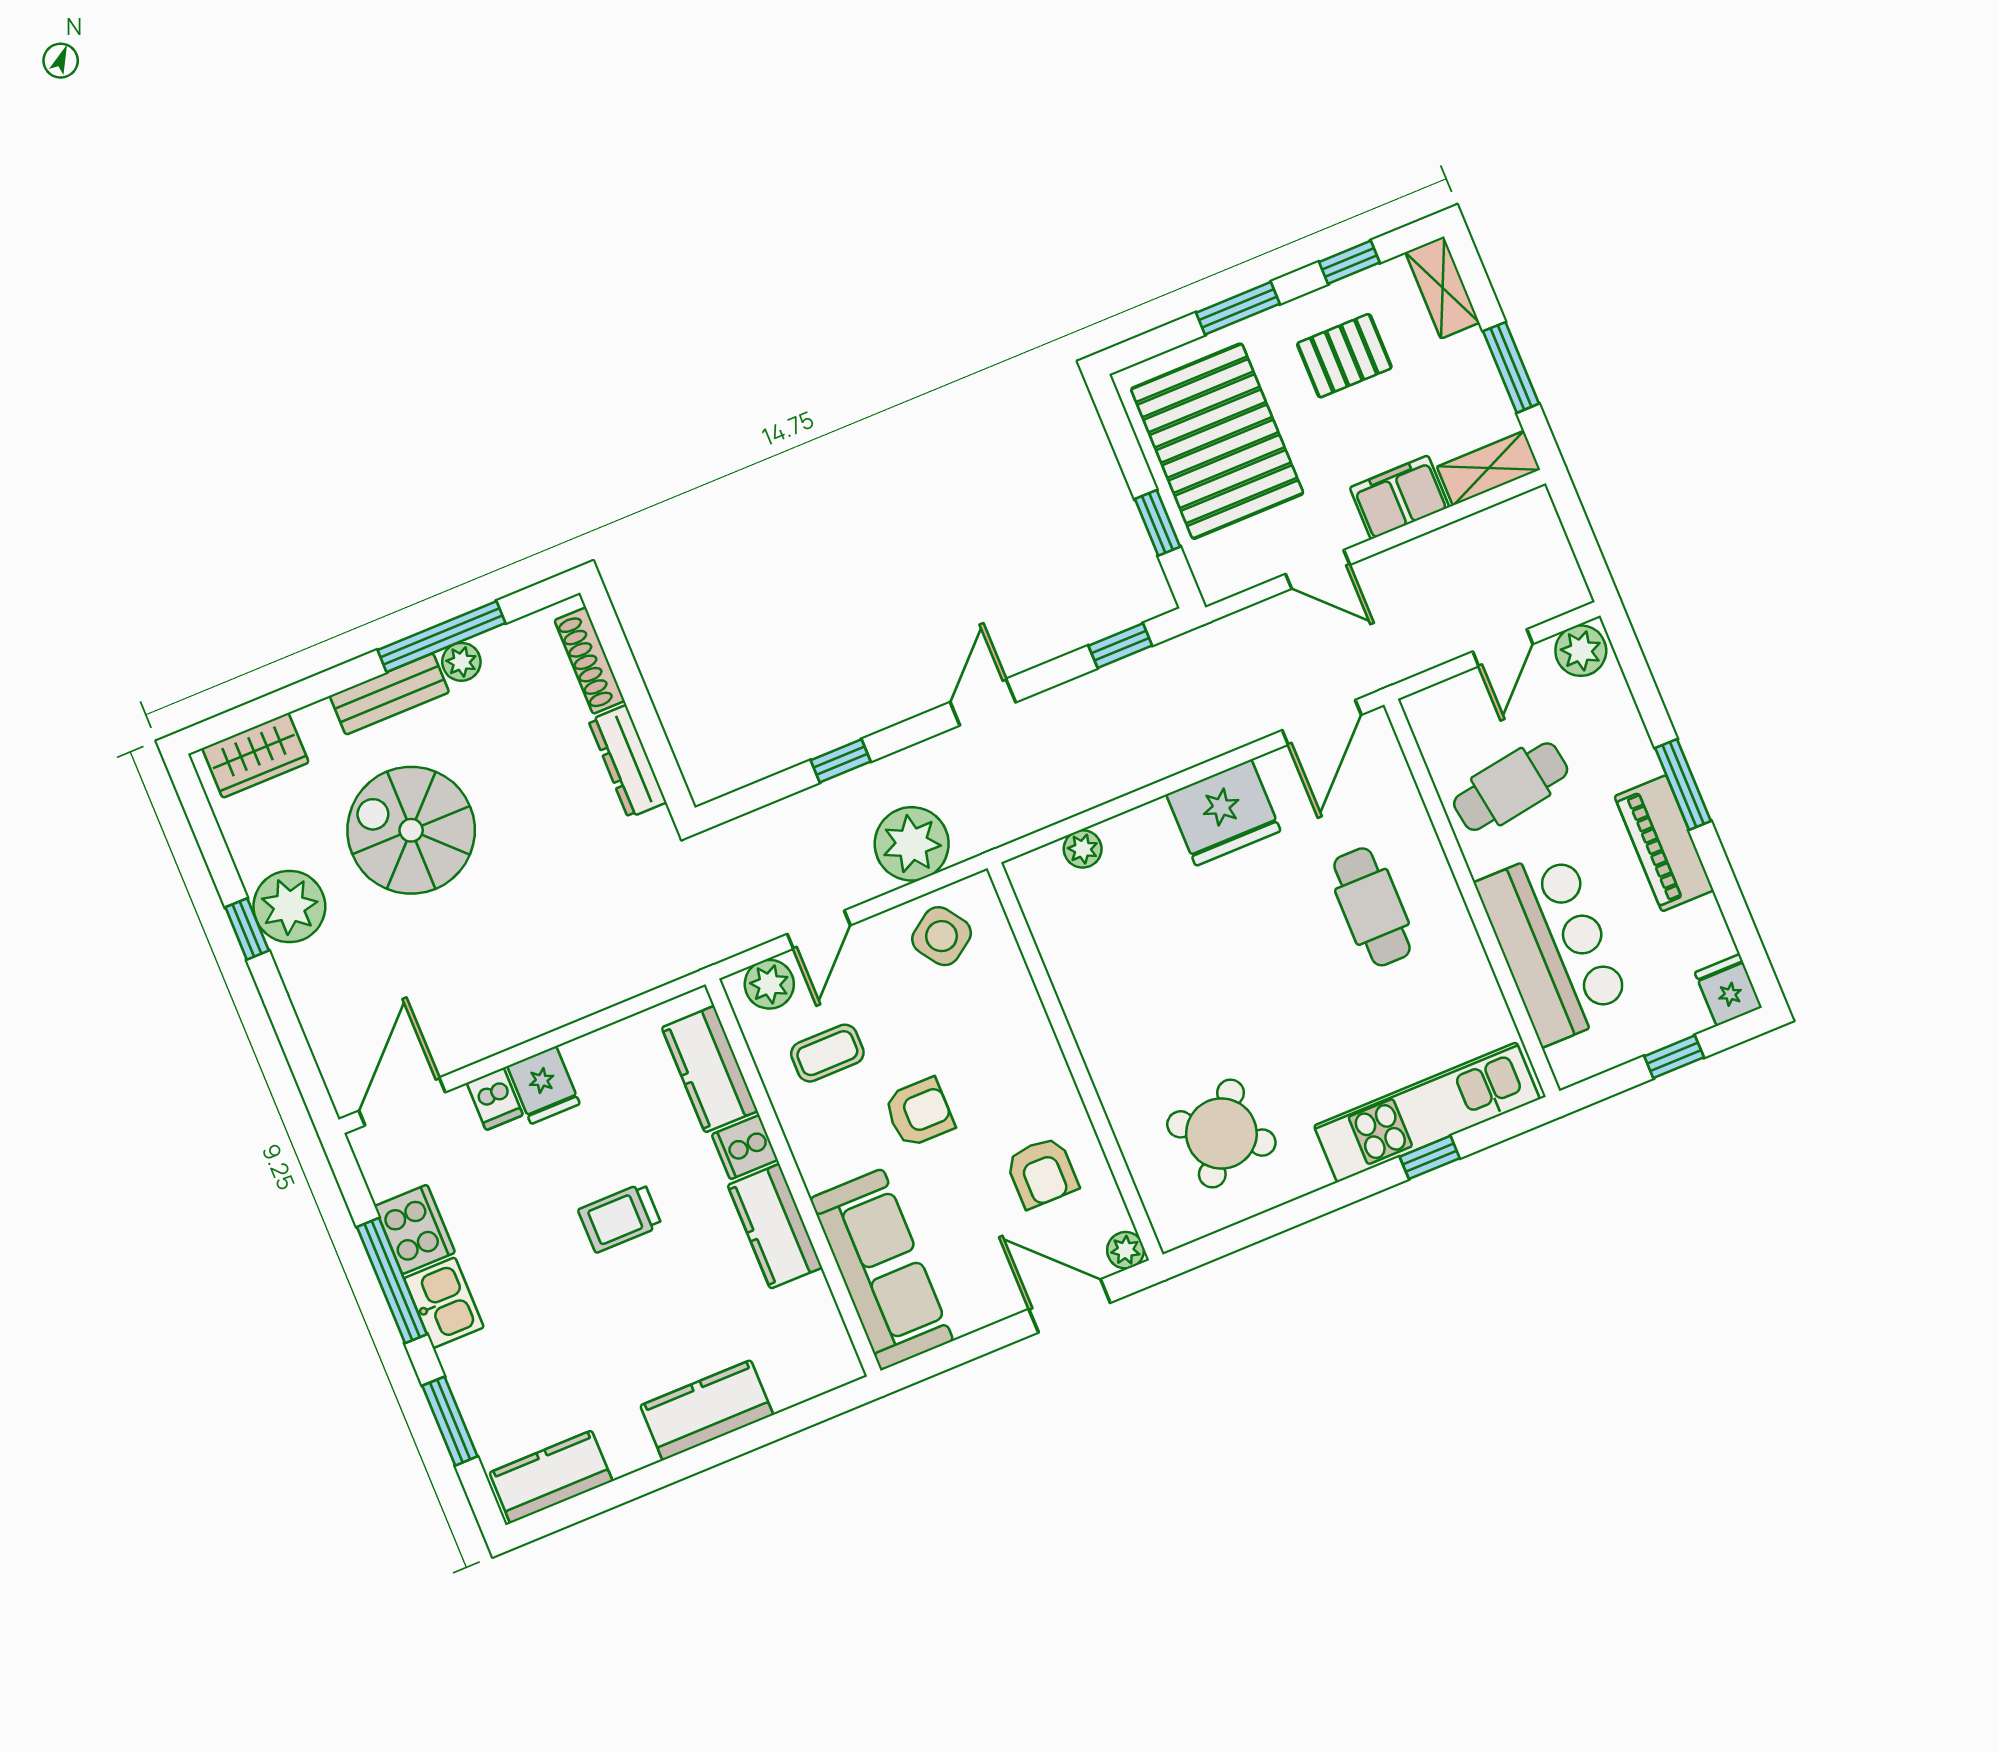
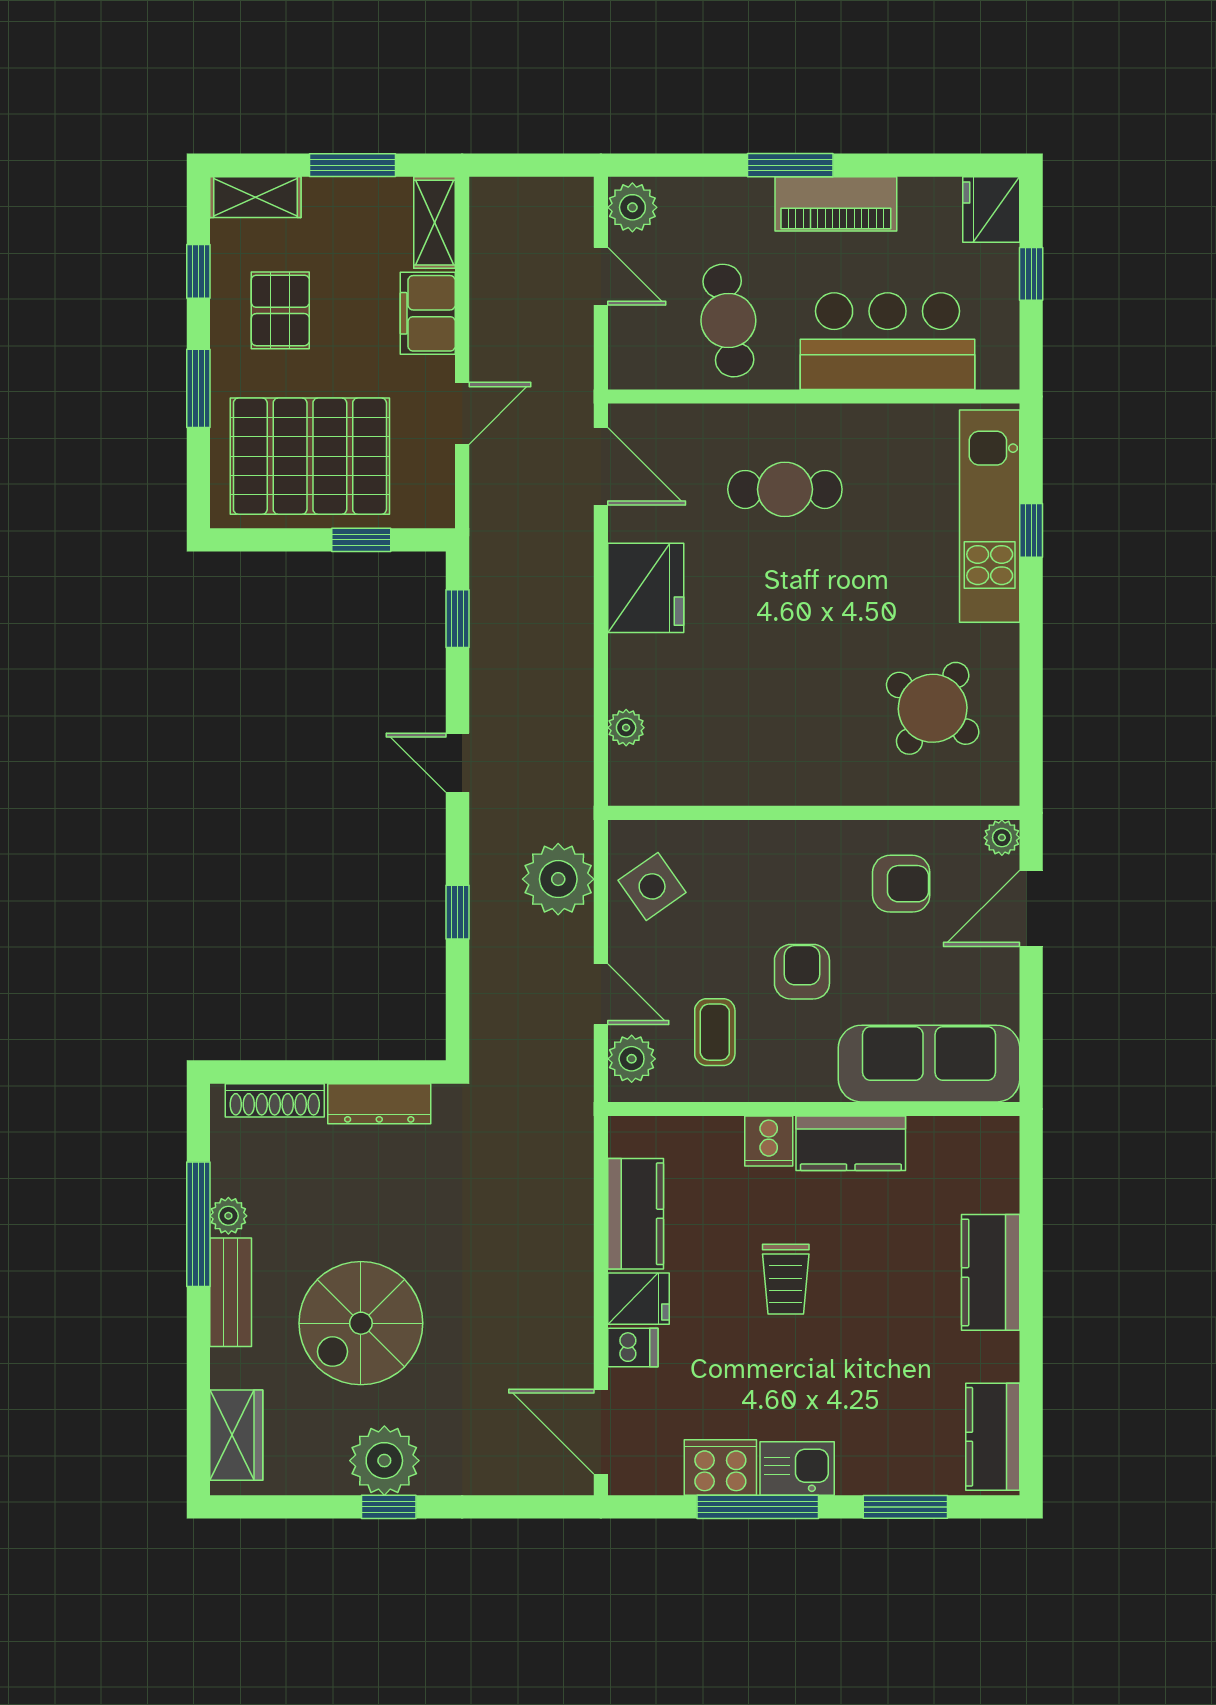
fridge: (1728, 990) -> (991, 210), width x1.38
kitchen counter: (710, 1069) -> (636, 1214), moved, turned -90

